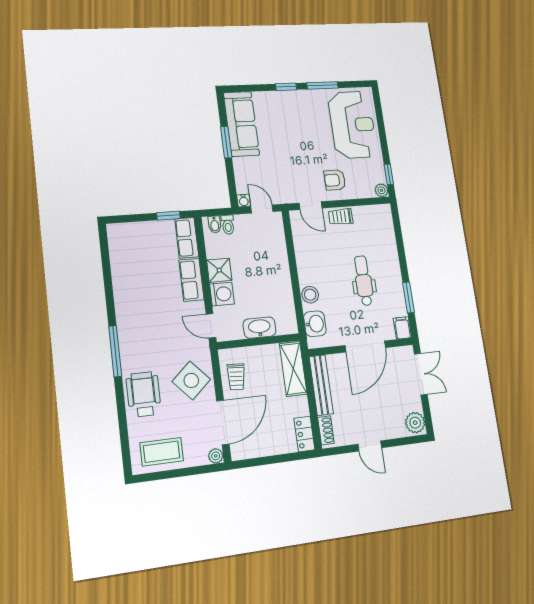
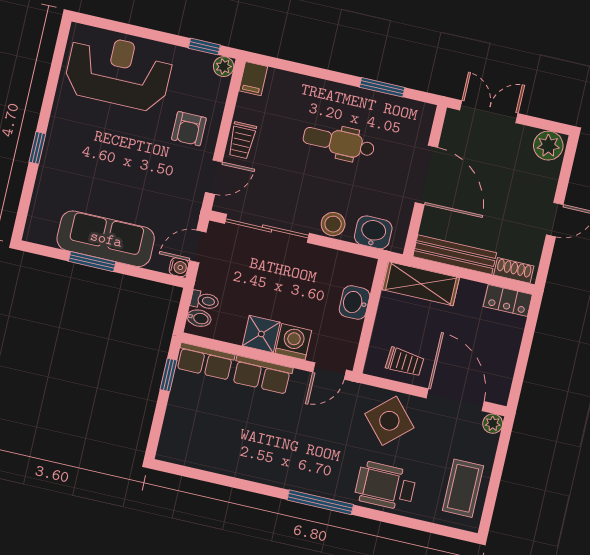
window: (322, 85) -> (50, 94), removed
sofa: (241, 124) -> (106, 239), moved
sliding door: (291, 251) -> (267, 228), added
washbasin: (259, 328) -> (354, 302), width x0.72
filing cabinet: (402, 328) -> (253, 79), moved, turned -90

